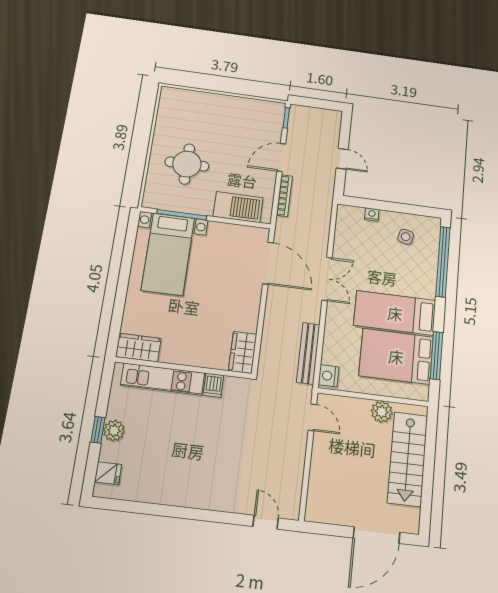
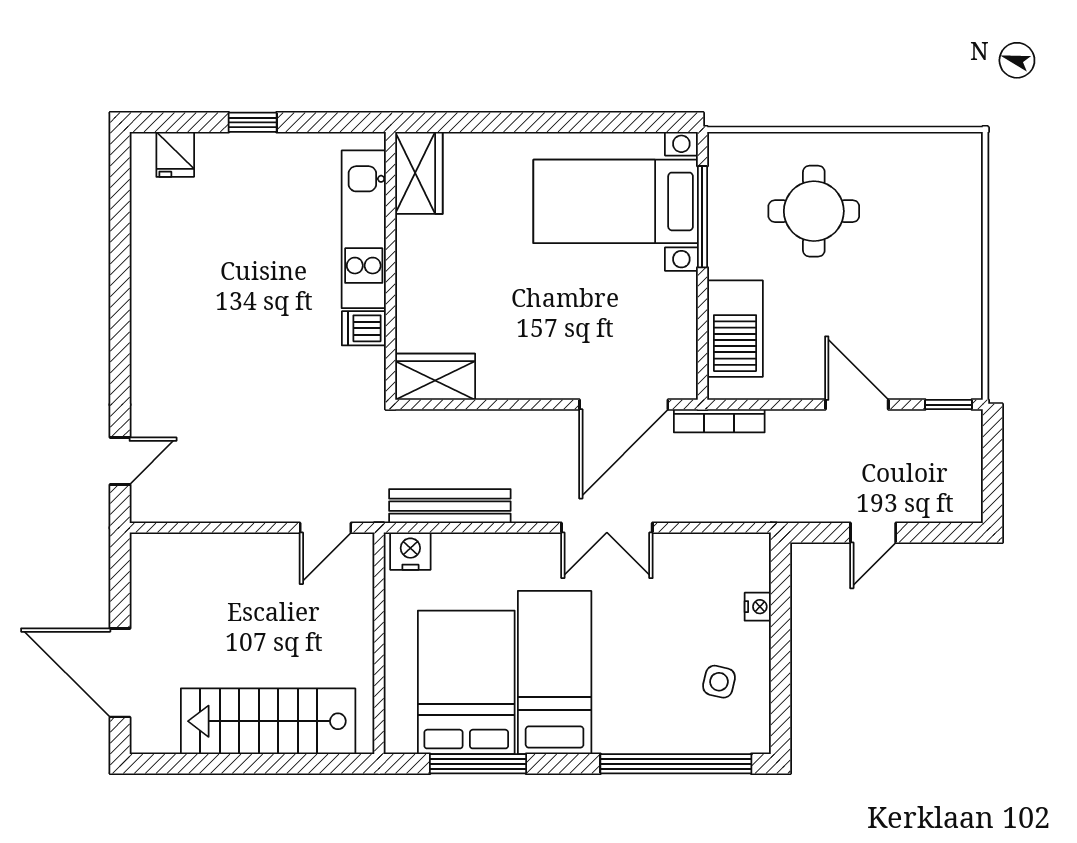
bookcase: (284, 196) -> (719, 421), moved
plant: (382, 412) -> (353, 663), removed
plant: (114, 431) -> (255, 152), removed

